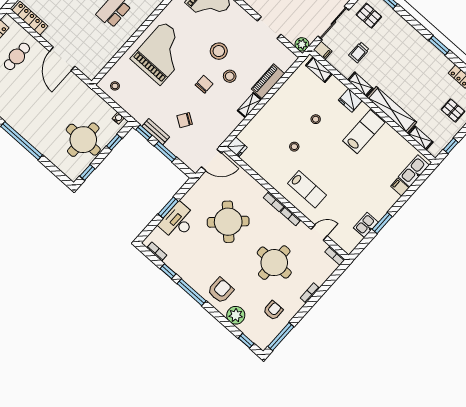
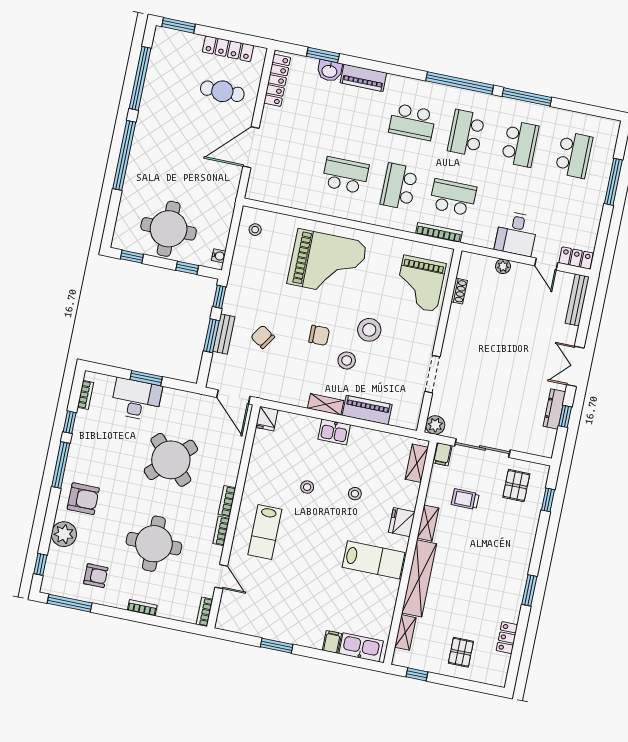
bench: (156, 132) -> (224, 334), moved
kitchen sink: (366, 225) -> (334, 432), moved, turned 180

